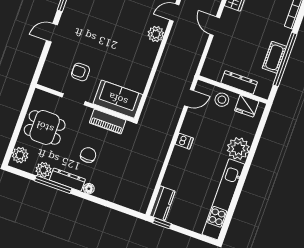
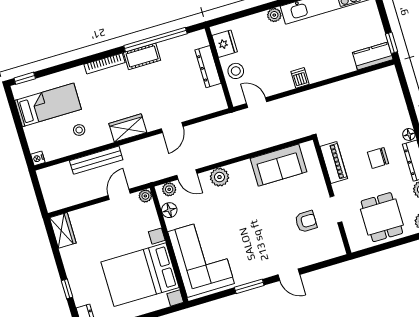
cot: (274, 57) -> (142, 56), moved
armchair: (81, 72) -> (306, 221), turned -90
sofa: (118, 99) -> (278, 165), moved, turned -90
plant: (238, 149) -> (274, 15), width x0.53, depth x0.53

